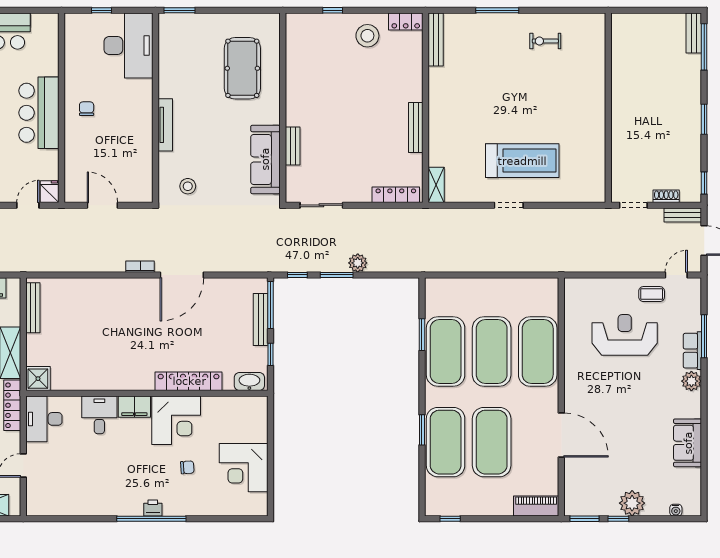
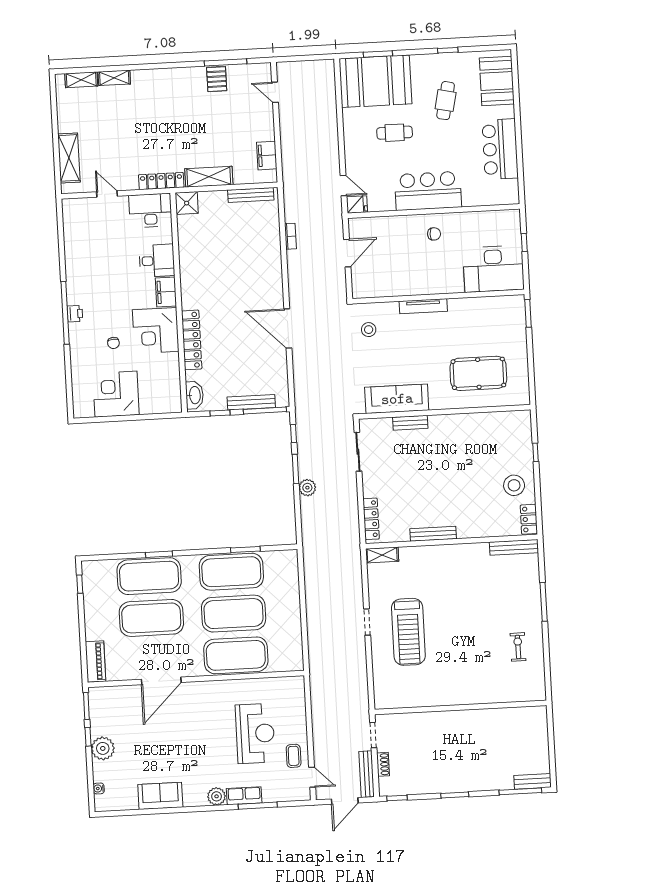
bench: (683, 215) -> (367, 774), width x1.36
bookcase: (140, 267) -> (290, 236), moved

